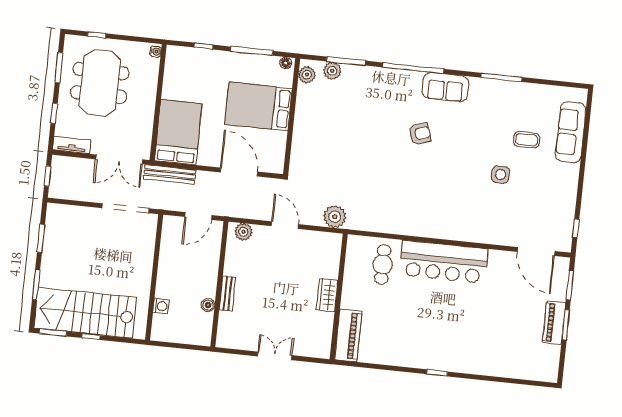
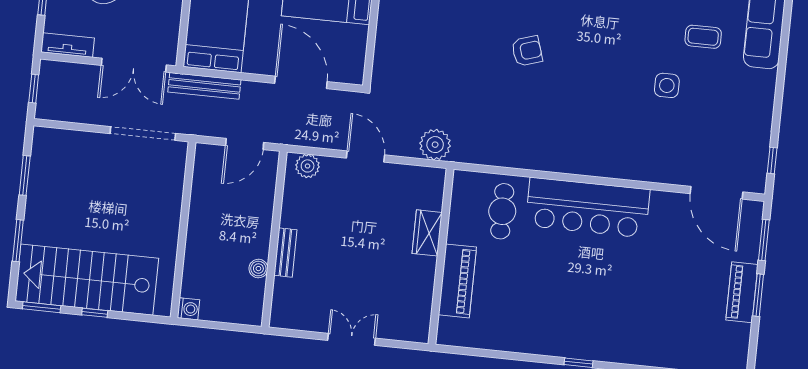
armchair: (420, 134) -> (527, 51), moved
wardrobe: (327, 295) -> (427, 233), moved
washing machine: (161, 306) -> (189, 309), moved
piano: (348, 335) -> (457, 281), moved

